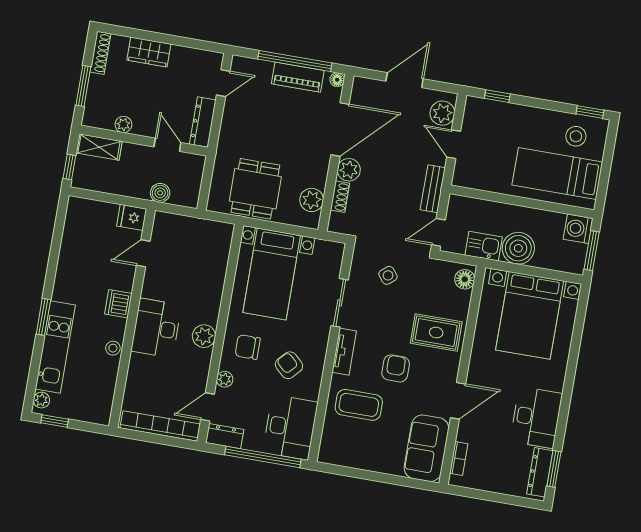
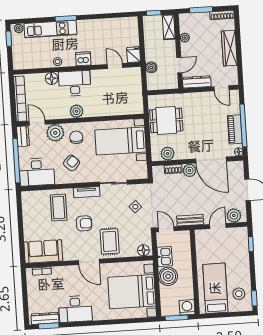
wardrobe: (149, 52) -> (229, 48), width x1.50
floor lamp: (139, 365) -> (52, 78), added
plant: (225, 379) -> (55, 133), width x1.87, depth x1.87
door: (458, 401) -> (89, 262), moved

